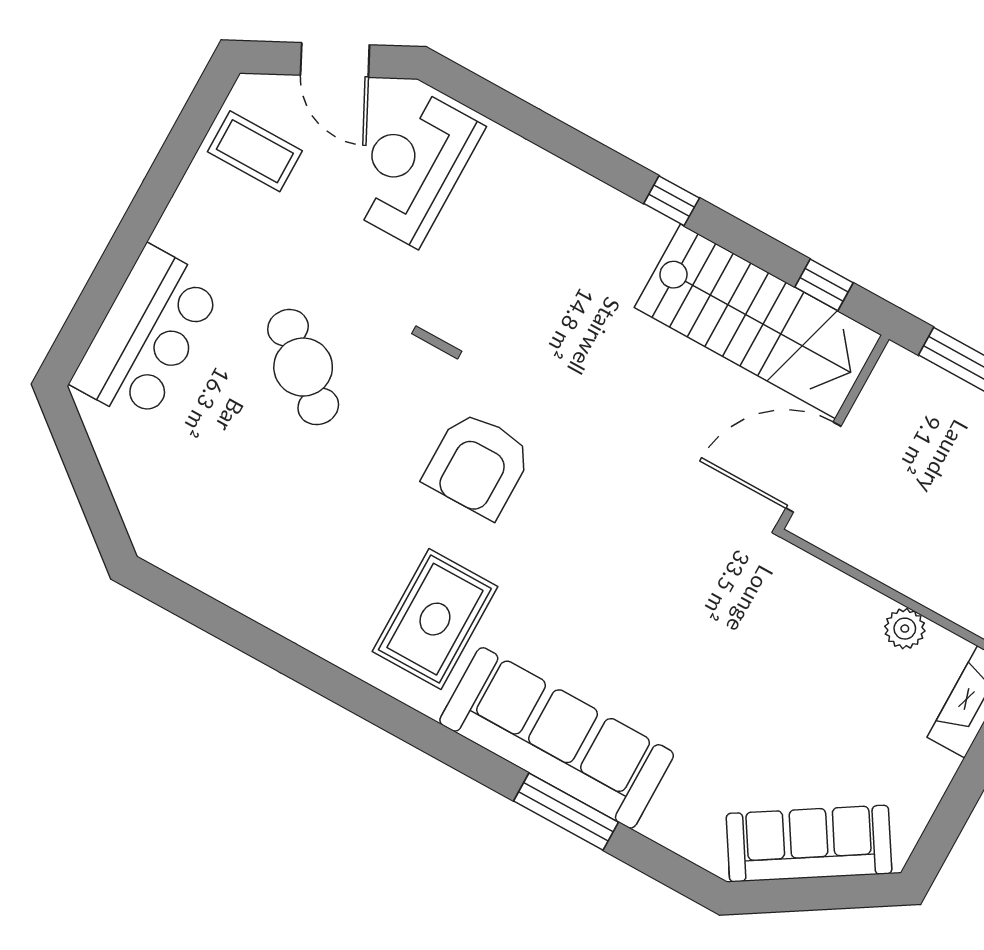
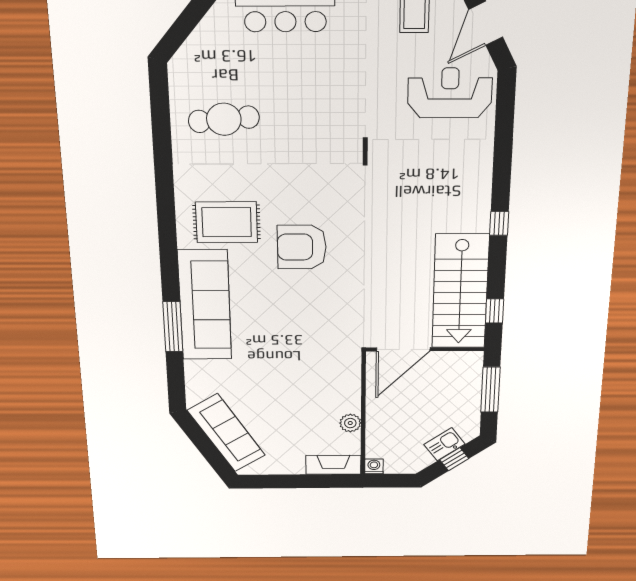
cafe table: (303, 367) -> (224, 119), moved, turned 45
armchair: (478, 465) -> (302, 247), moved
door: (813, 467) -> (403, 349), swing flipped

